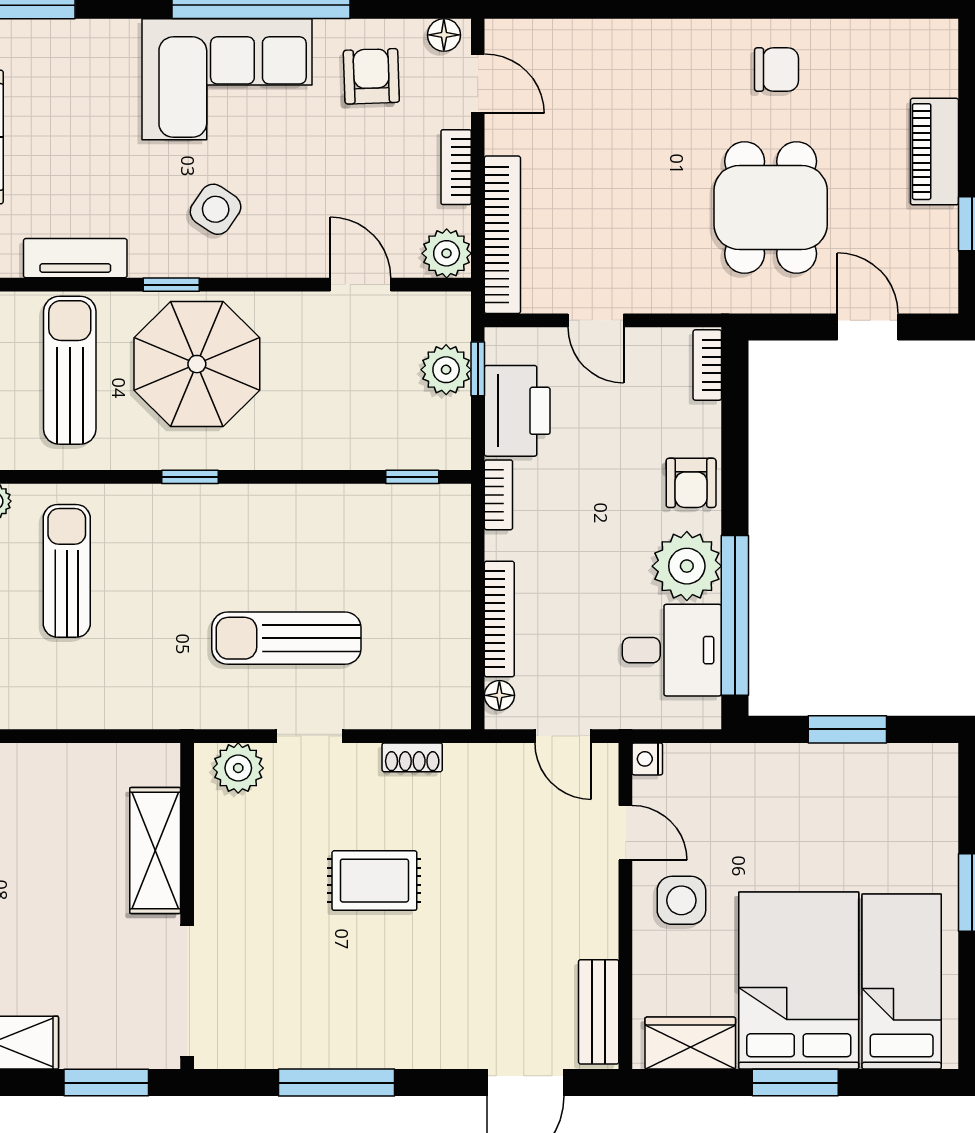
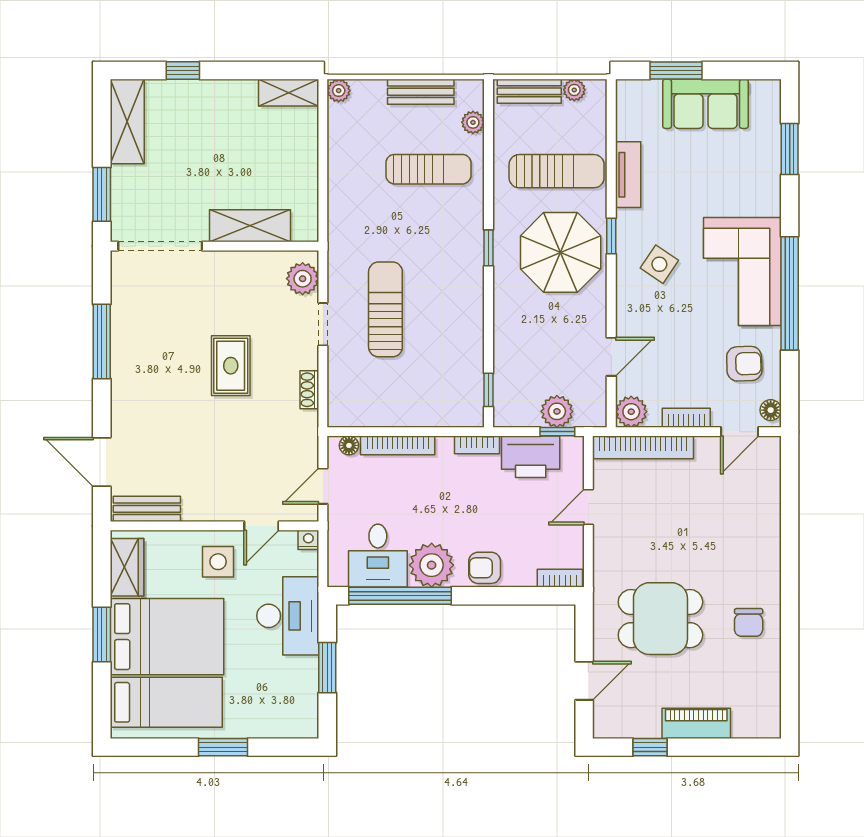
desk: (766, 791) -> (288, 616), added

